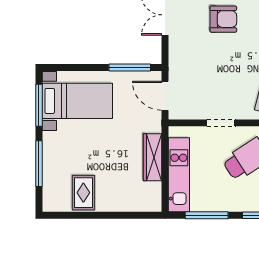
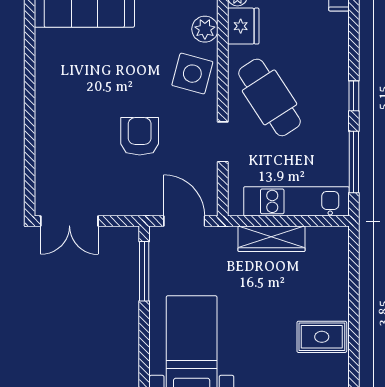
armchair: (223, 19) -> (140, 136), moved
door: (165, 96) -> (184, 221), swing flipped

